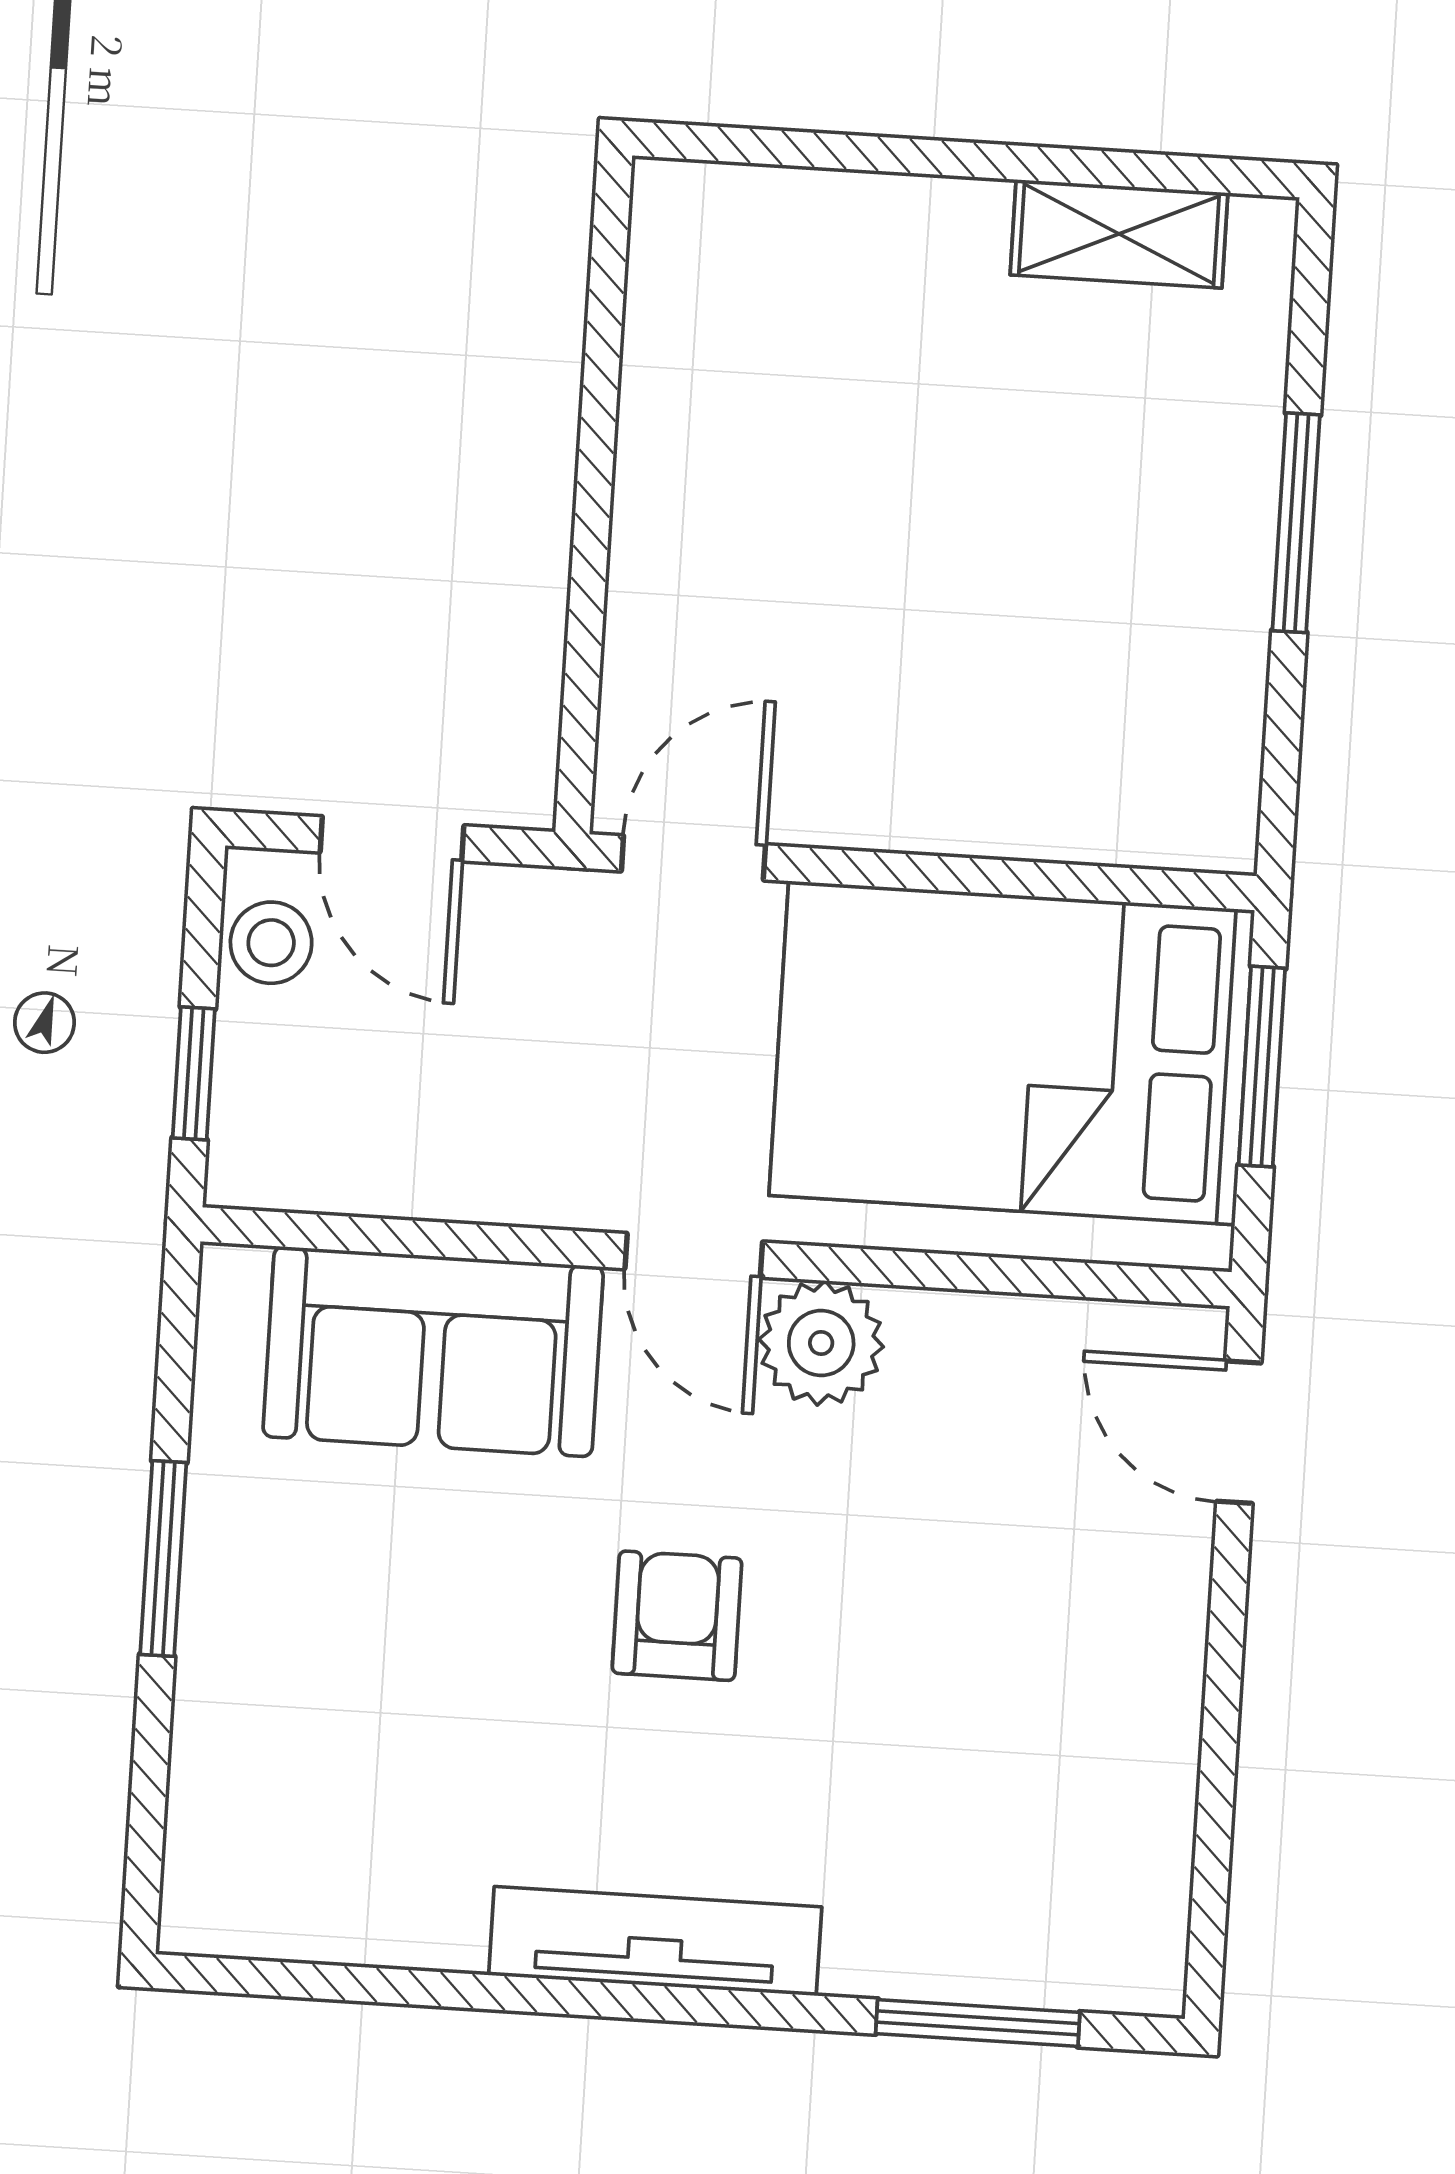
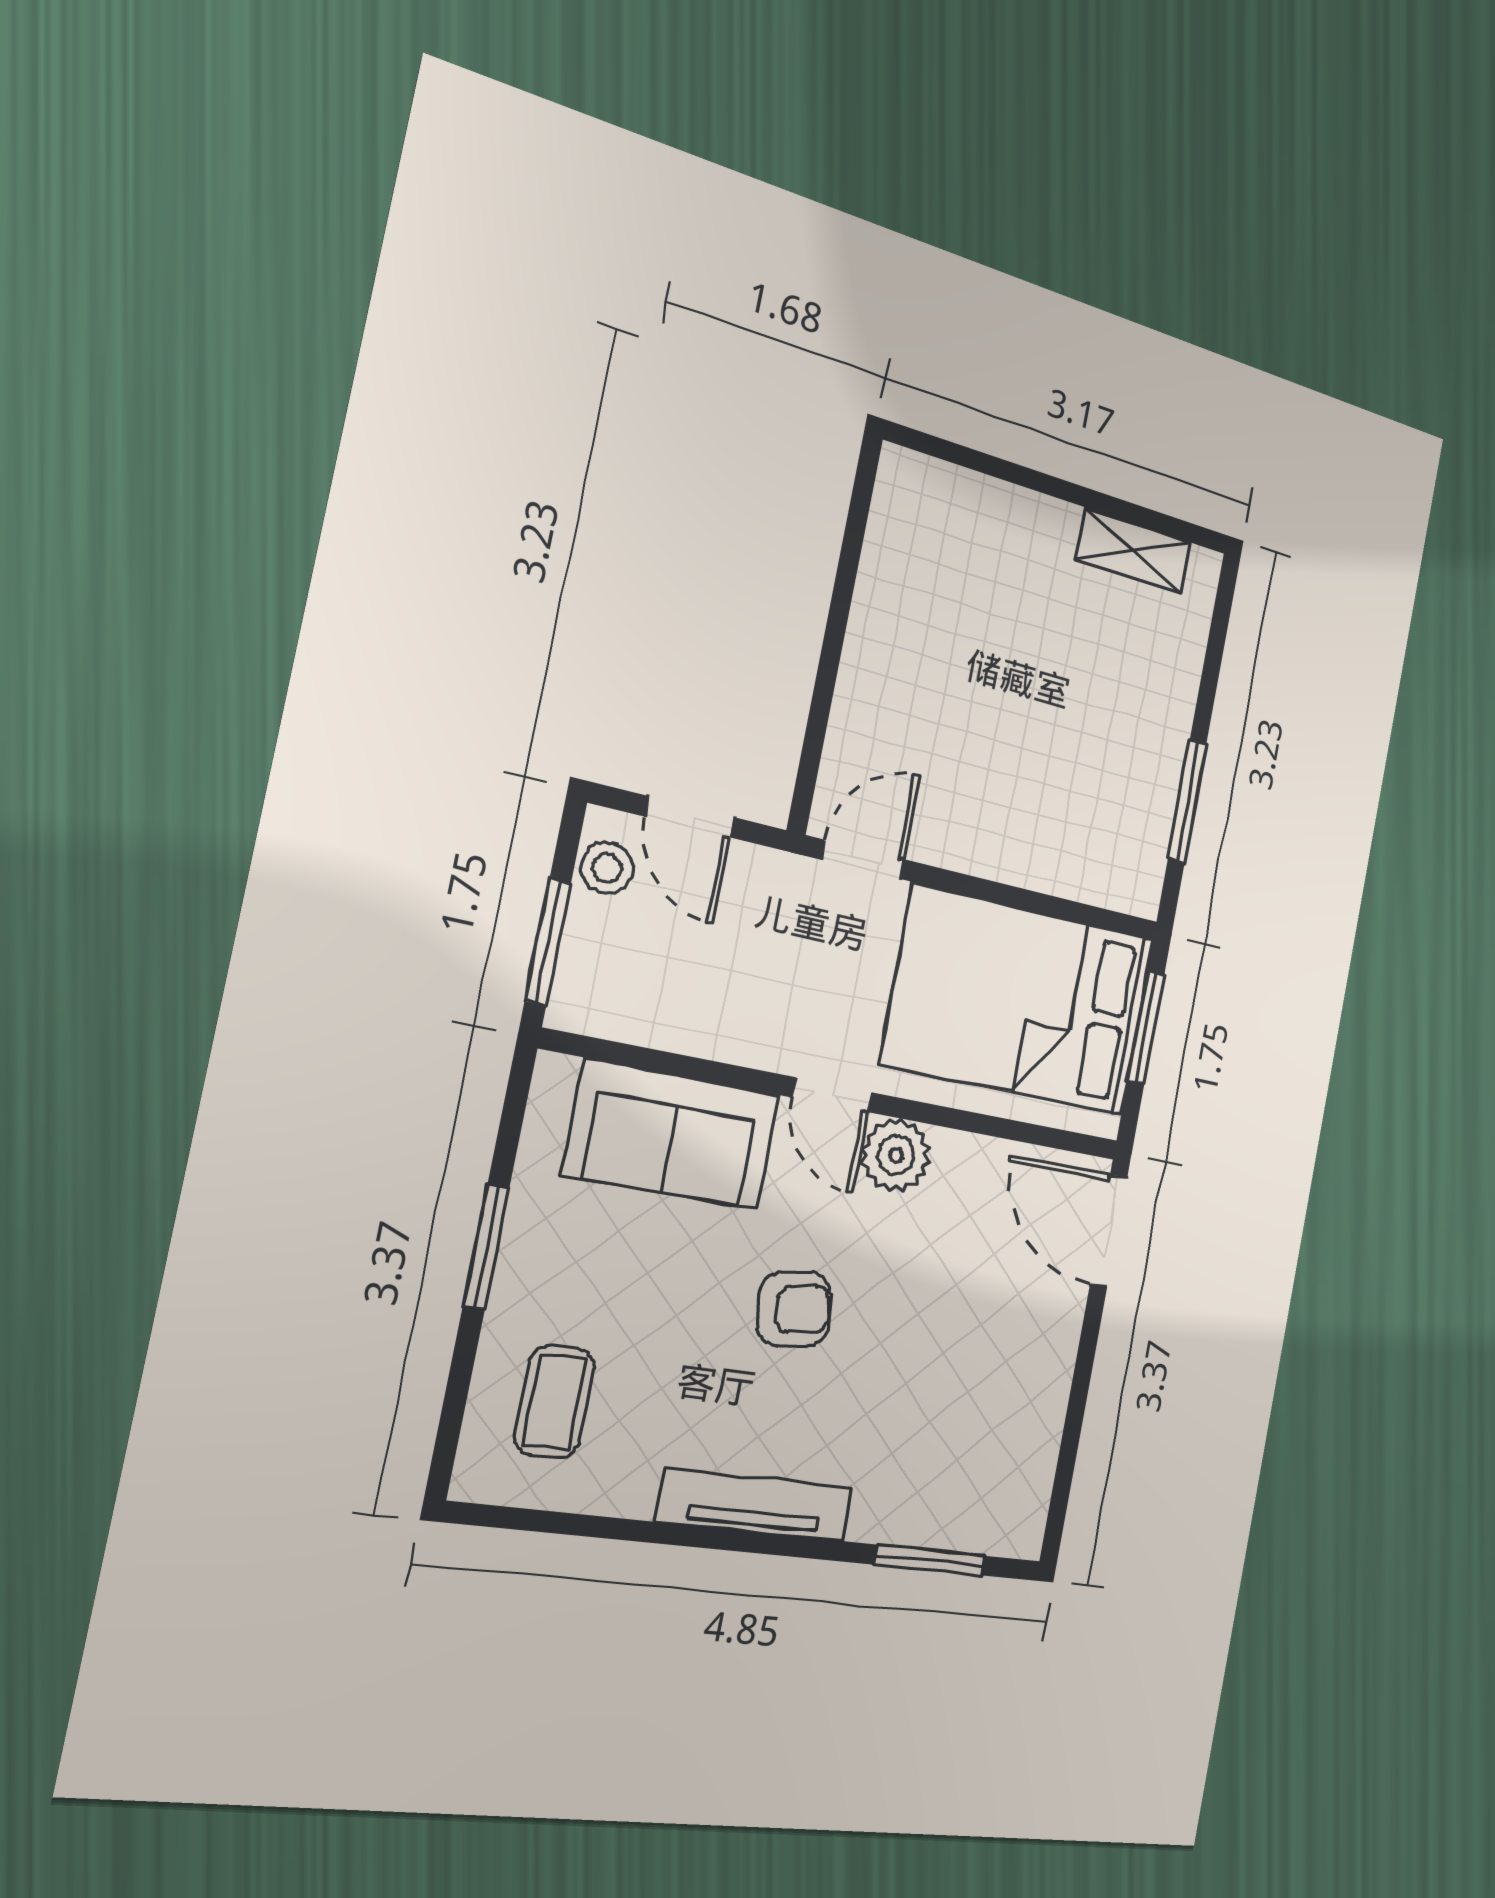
window: (1296, 523) -> (1187, 801), moved
window: (194, 1073) -> (548, 942), width x1.50
door: (1239, 1432) -> (1109, 1231), width x1.38
armchair: (677, 1616) -> (794, 1309), turned 82
coffee table: (302, 1792) -> (555, 1402), added

